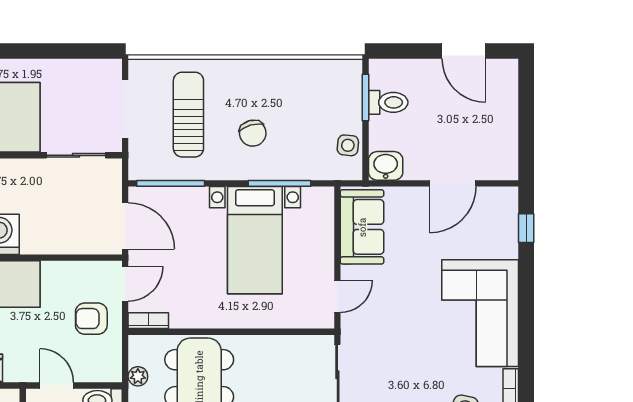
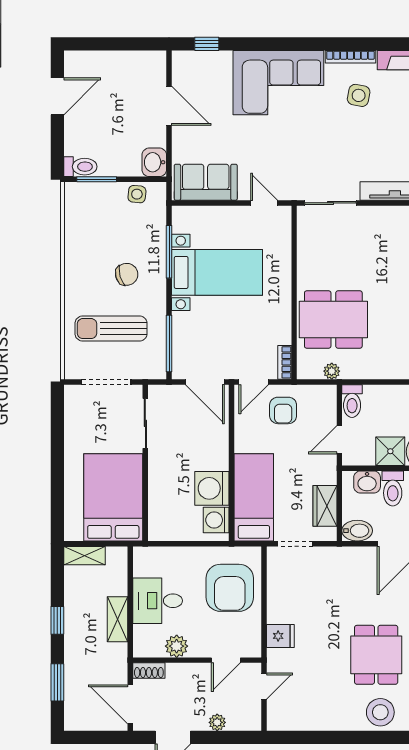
toilet: (388, 102) -> (80, 167), moved, turned 90
door: (125, 226) -> (205, 382), swing flipped
door: (125, 284) -> (254, 382), swing flipped

